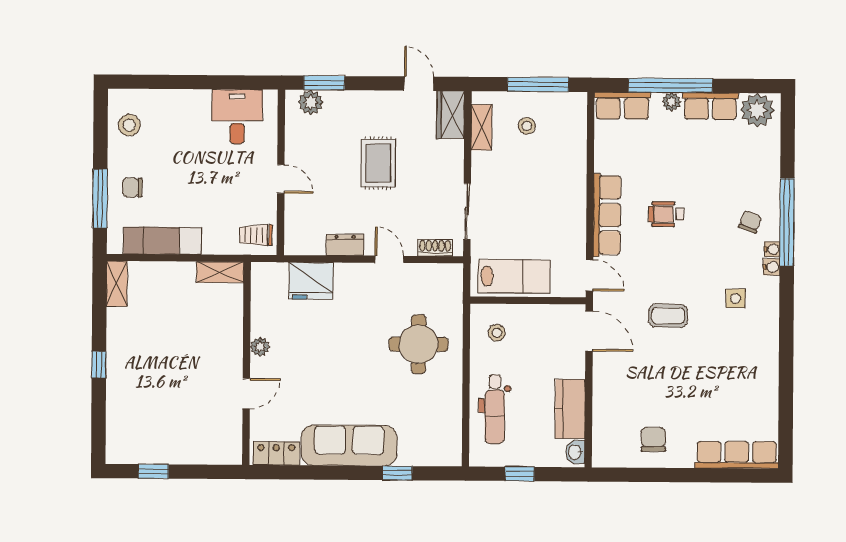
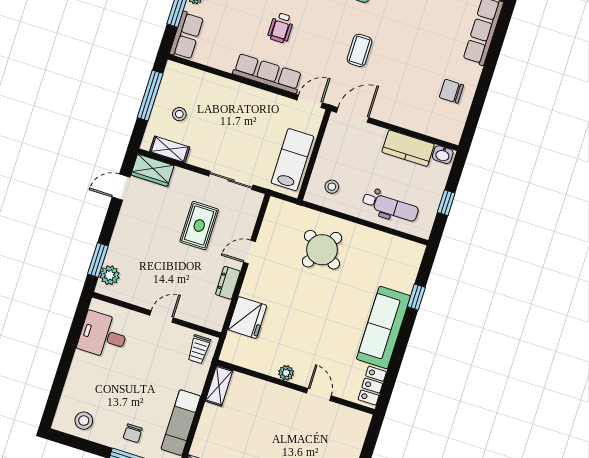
rug: (378, 163) -> (199, 226), moved, turned 90
shoe rack: (435, 248) -> (251, 214), removed
round table: (419, 344) -> (322, 250), turned 32

